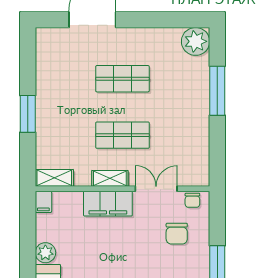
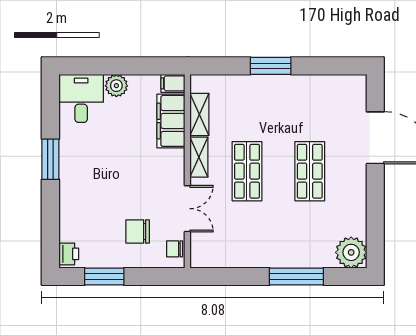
shelving: (54, 178) -> (199, 114), moved
filing cabinet: (108, 204) -> (171, 121), moved

